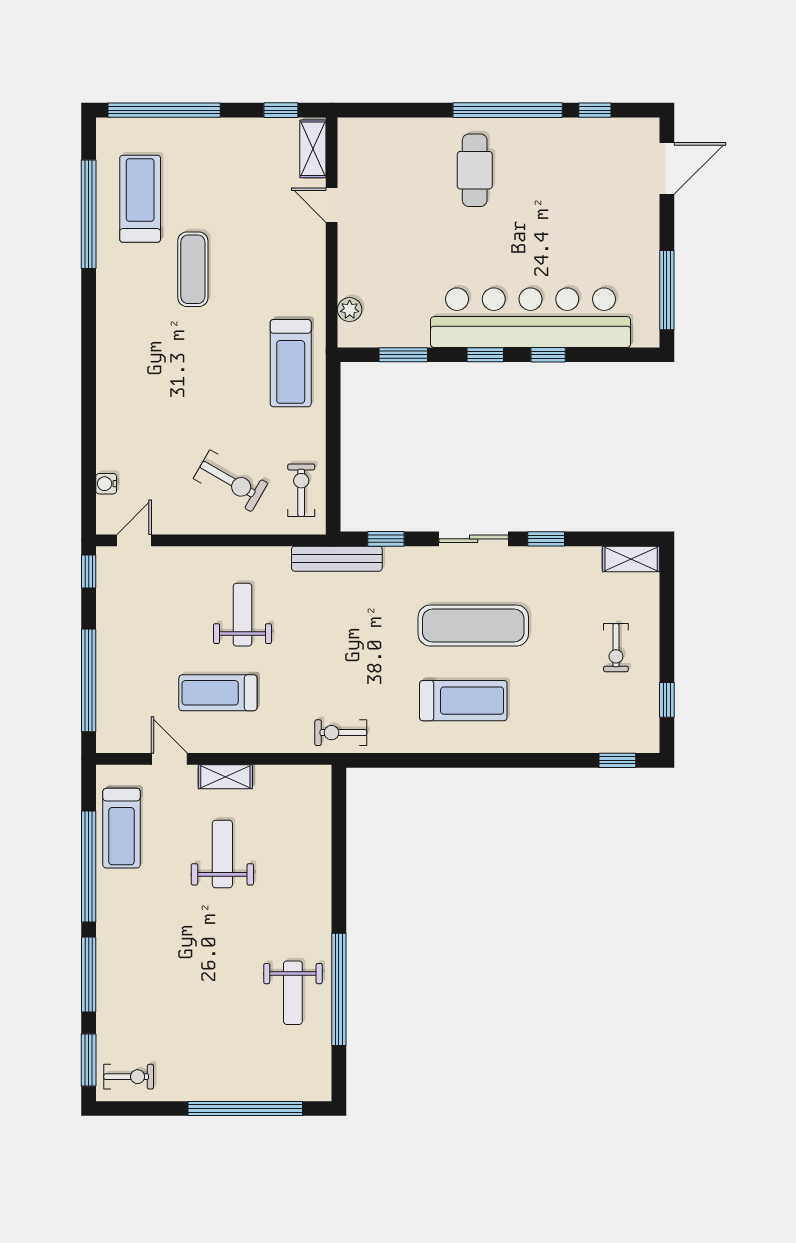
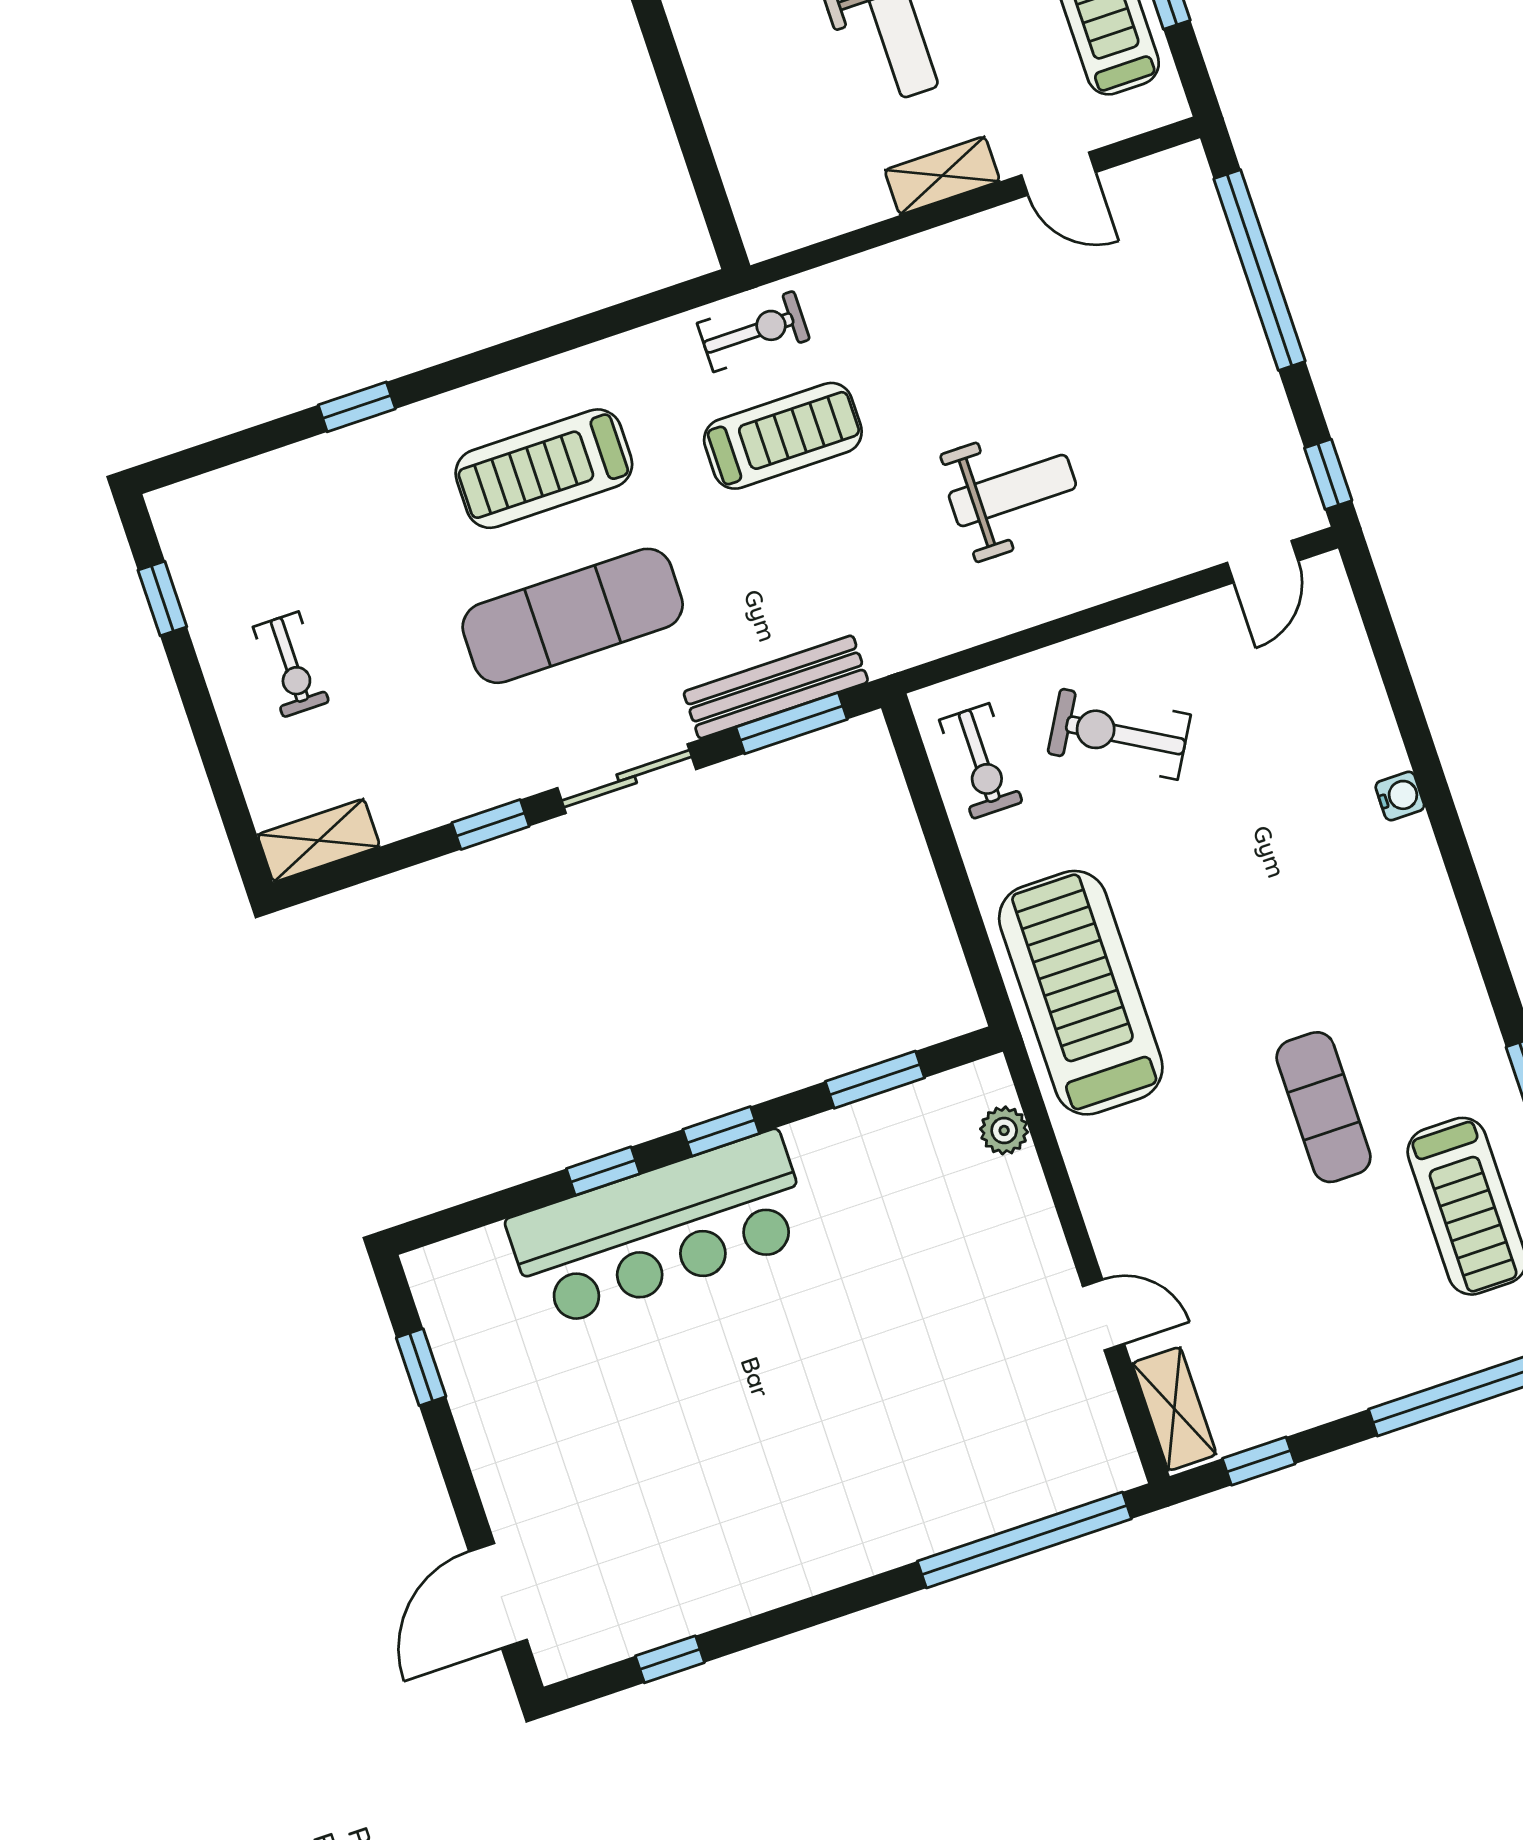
window: (508, 110) -> (1024, 1540), moved
cafe table: (475, 170) -> (857, 1471), removed
window: (667, 290) -> (421, 1367), width x0.46
bar counter: (531, 318) -> (660, 1229), width x0.73
treadmill: (291, 363) -> (1081, 993), width x1.37, depth x1.38
water cooler: (106, 484) -> (1400, 796), moved
window: (386, 539) -> (791, 723), width x1.50
bench: (337, 559) -> (776, 687), moved
weight bench: (242, 615) -> (1012, 490), turned -90
exercise bike: (616, 648) -> (291, 664), turned 180
treadmill: (218, 693) -> (783, 436), moved
window: (617, 760) -> (357, 407), moved

